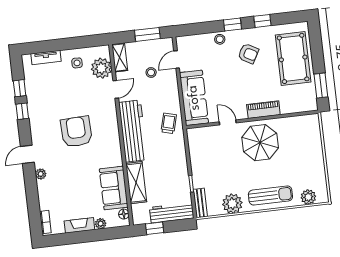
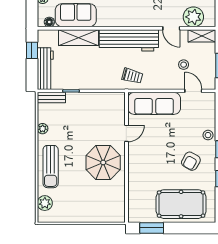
piano: (263, 110) -> (135, 169), removed
plant: (232, 204) -> (43, 129), width x0.53, depth x0.53

